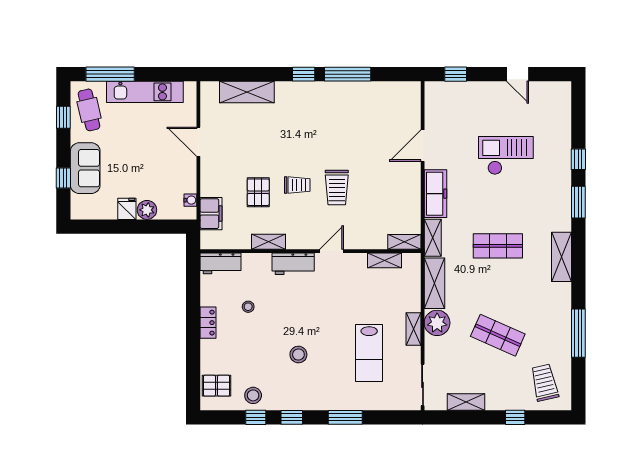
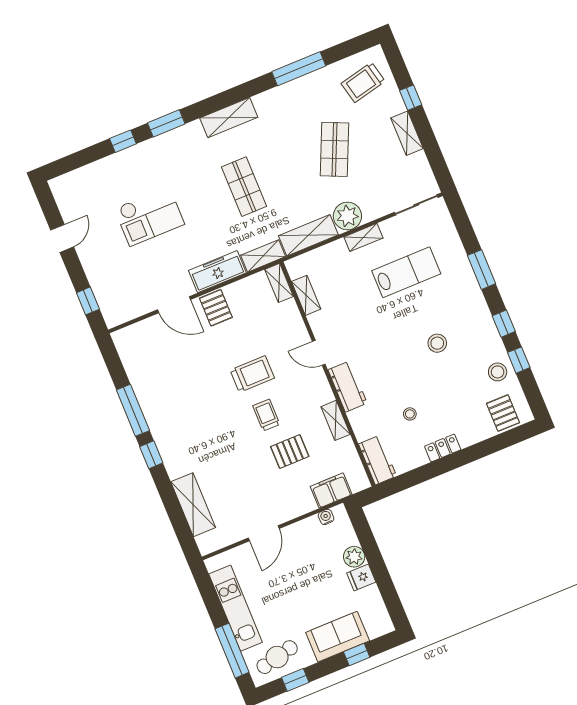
checkout: (506, 156) -> (149, 216), turned -90
pallet: (405, 180) -> (216, 308), added
shelving: (466, 402) -> (407, 133), moved

